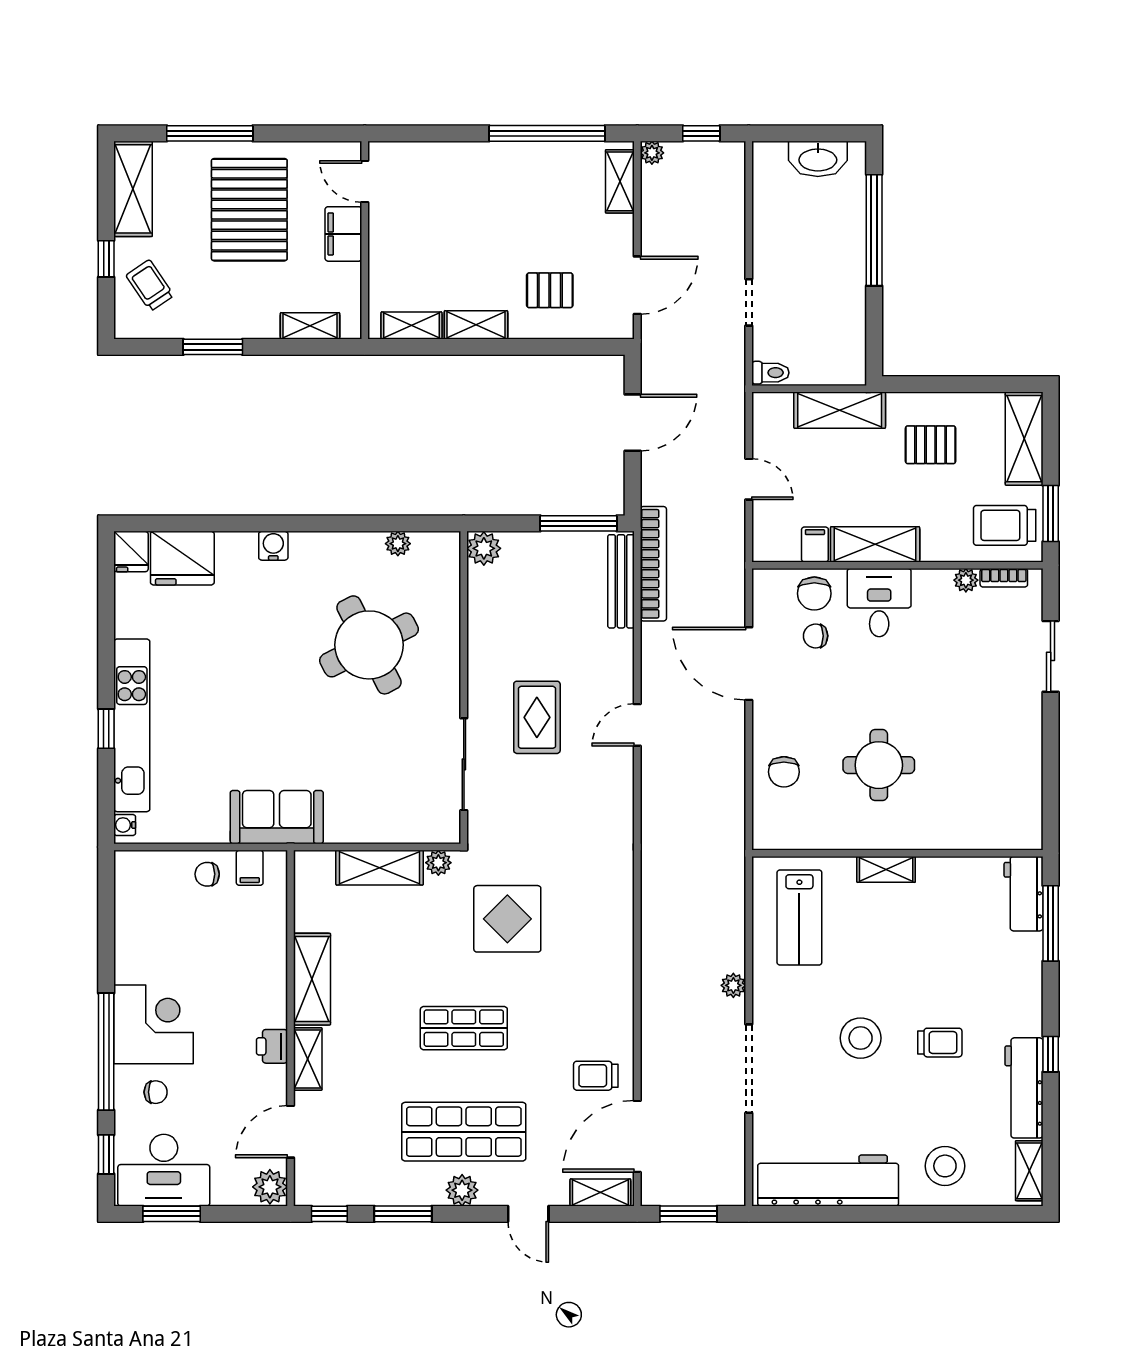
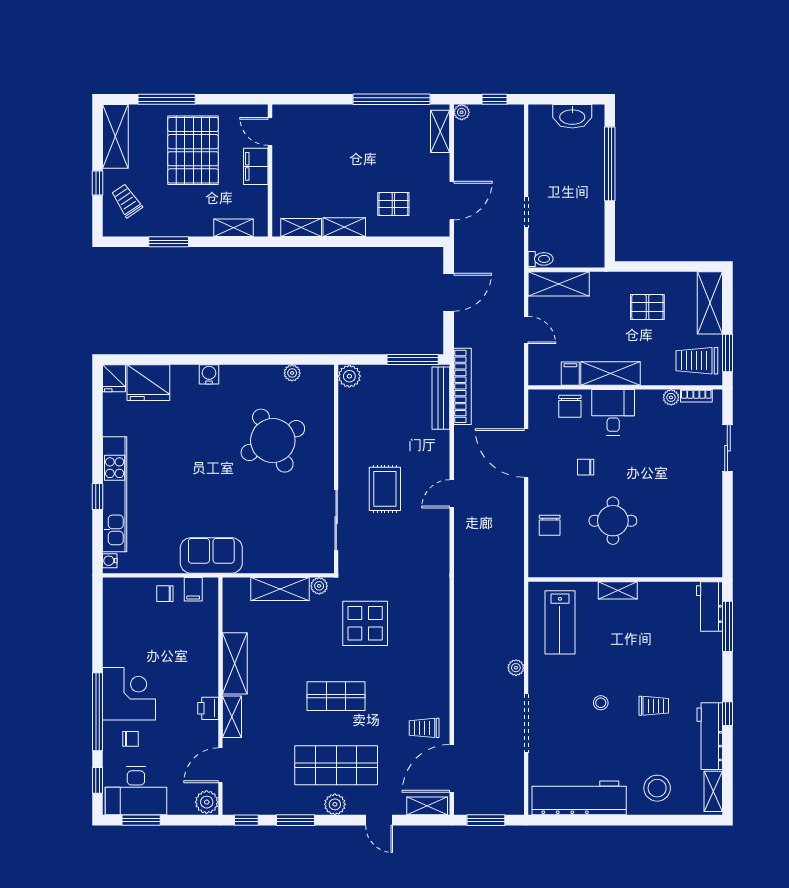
shelving: (840, 410) -> (559, 284), moved
chair: (816, 636) -> (586, 467), moved
stool: (861, 1038) -> (601, 703), width x0.53, depth x0.53

